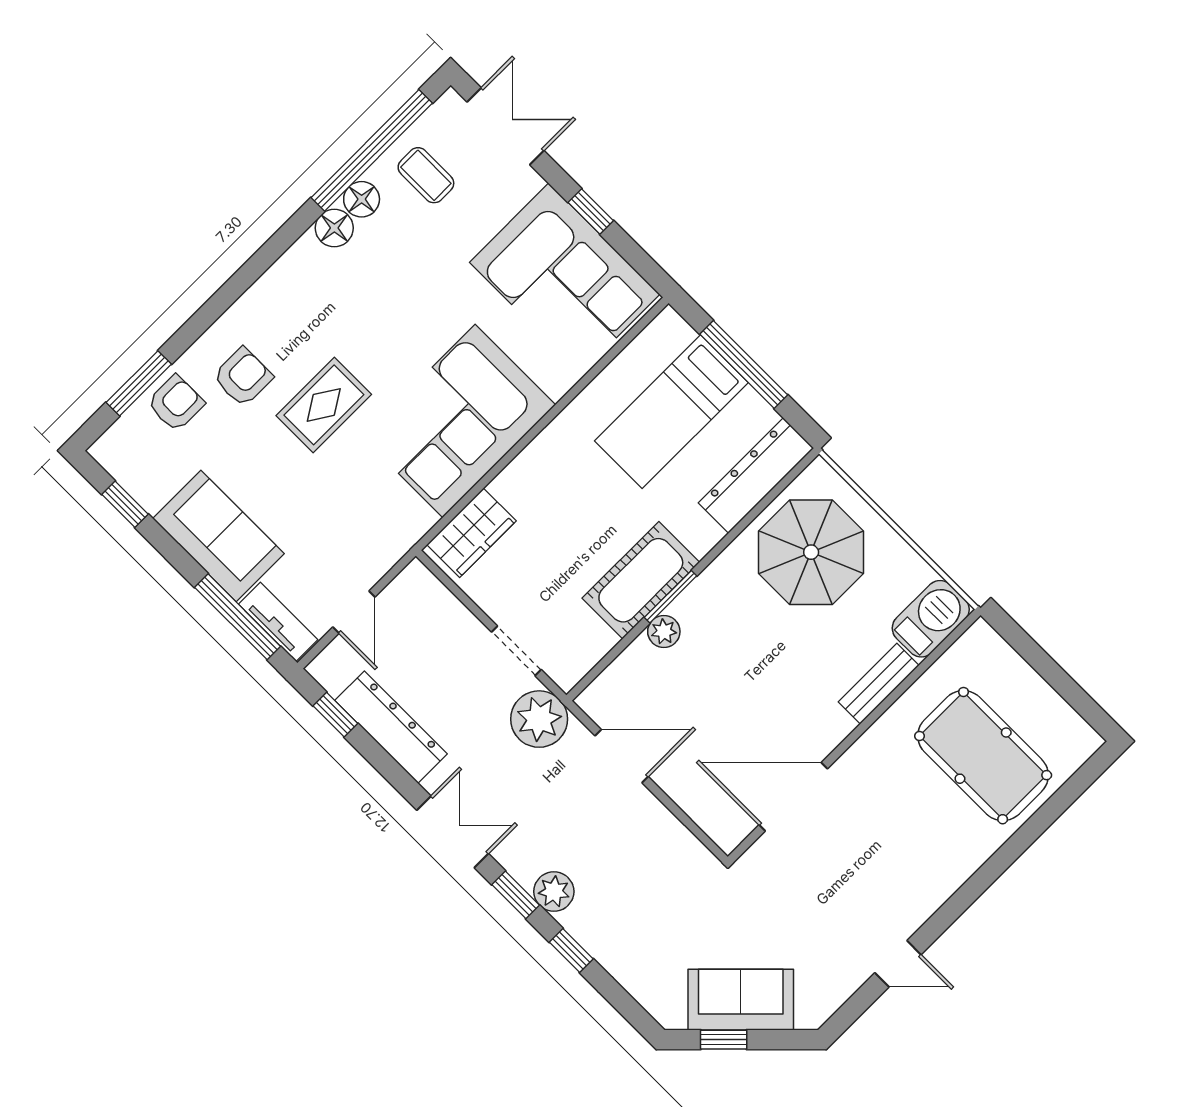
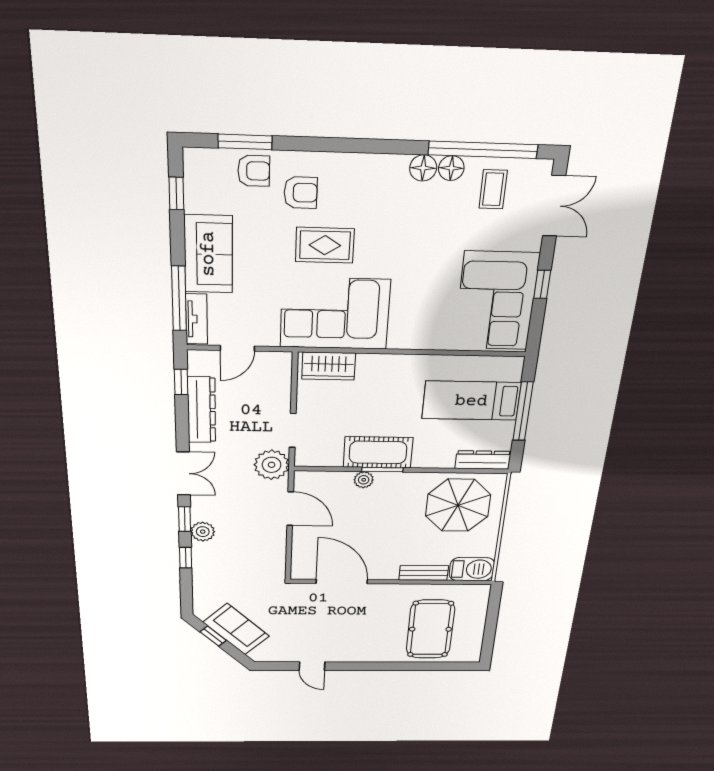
corner sofa: (459, 421) -> (335, 314), moved
dresser: (756, 475) -> (483, 460), width x0.73, depth x0.80

